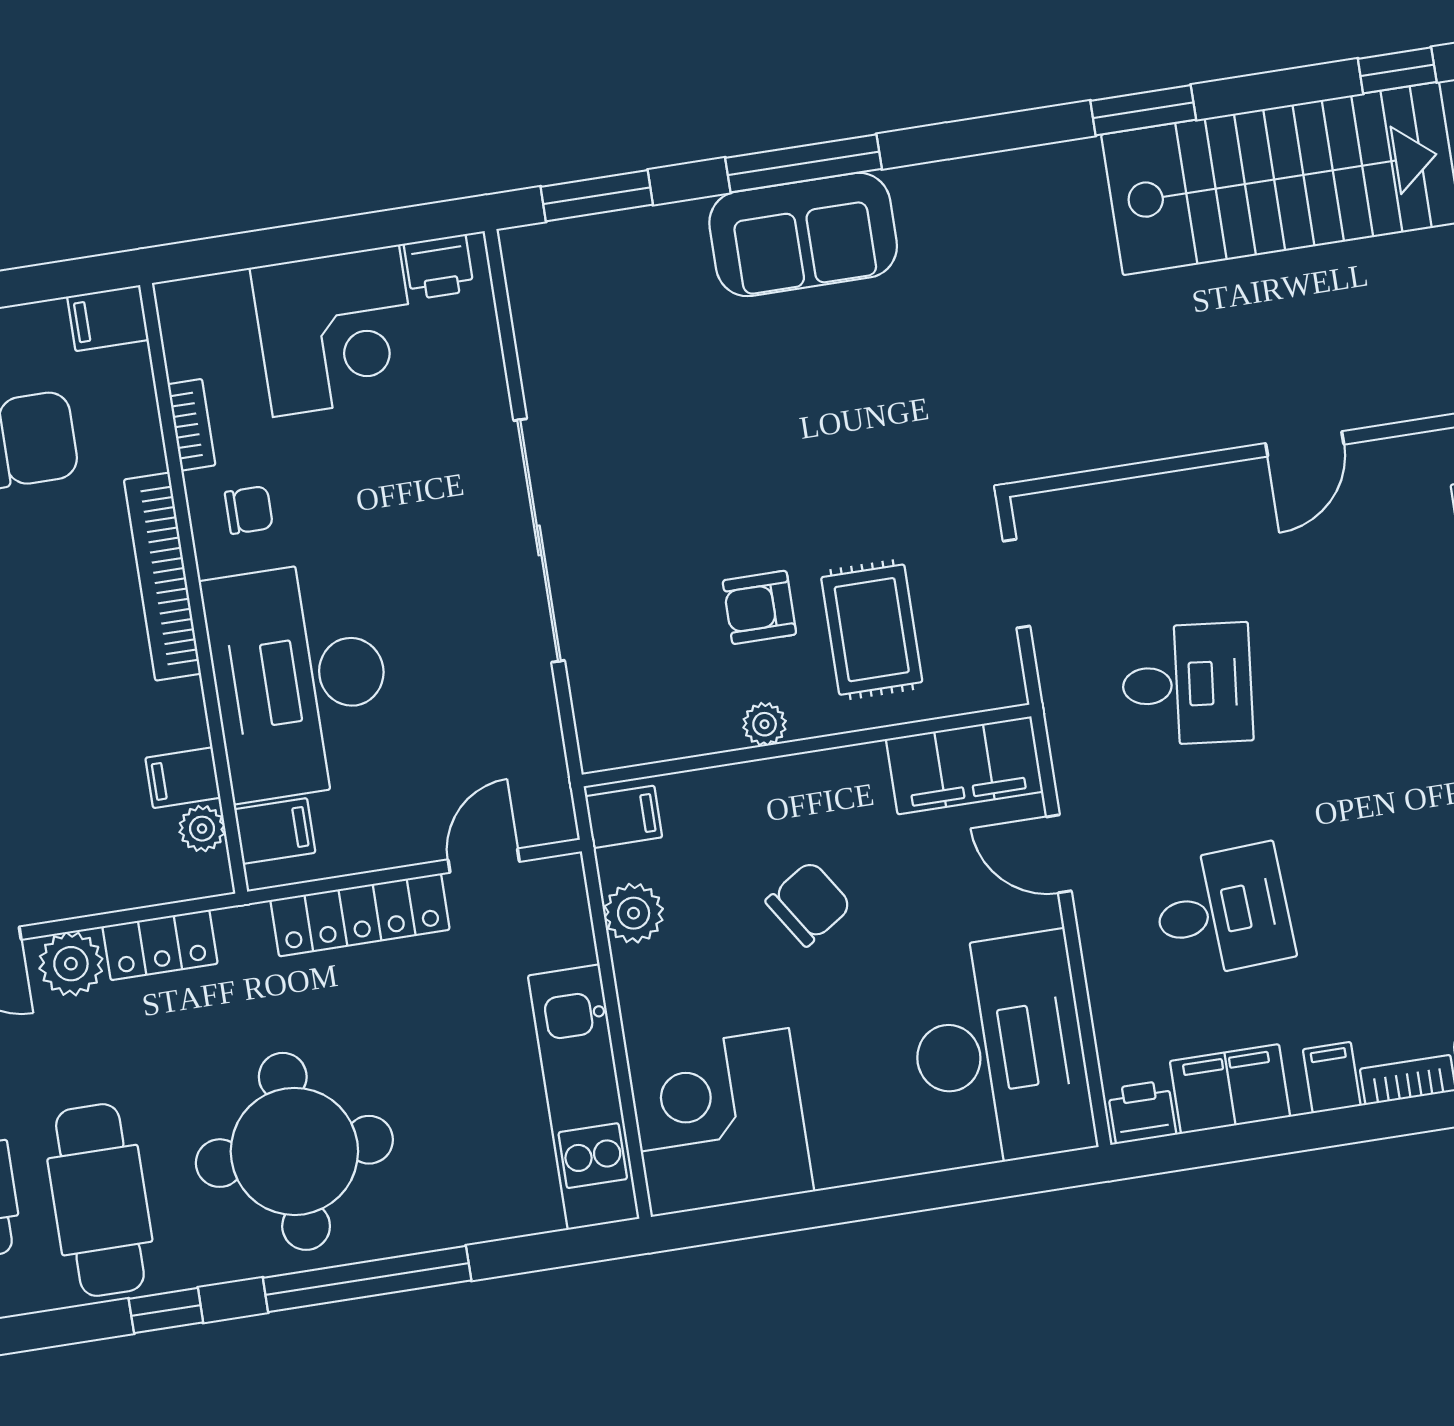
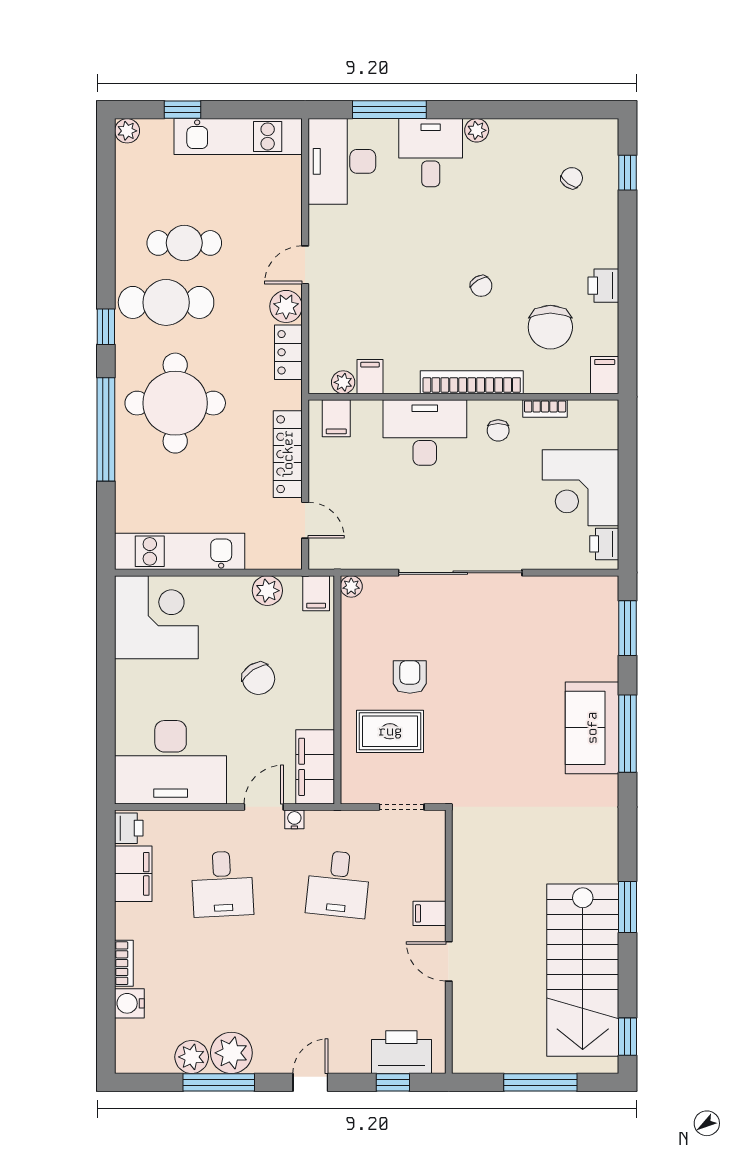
desk: (299, 680) -> (425, 433), width x0.73, depth x0.77
plant: (765, 724) -> (351, 586), moved
water cooler: (1074, 790) -> (294, 819), added
filing cabinet: (1332, 1078) -> (429, 913), moved, turned 180

